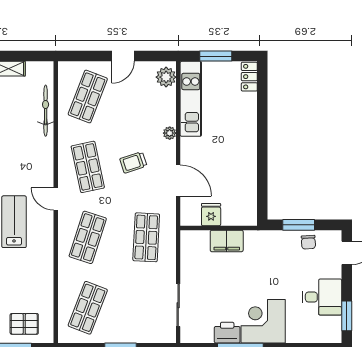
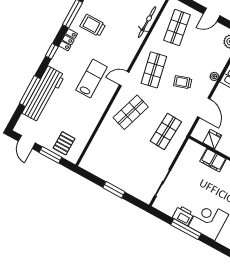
shop shelf: (88, 97) -> (177, 28), turned -30
door: (56, 199) -> (124, 79), hinge flipped
shop shelf: (88, 308) -> (108, 155), removed
pallet: (24, 324) -> (64, 143), turned 90

